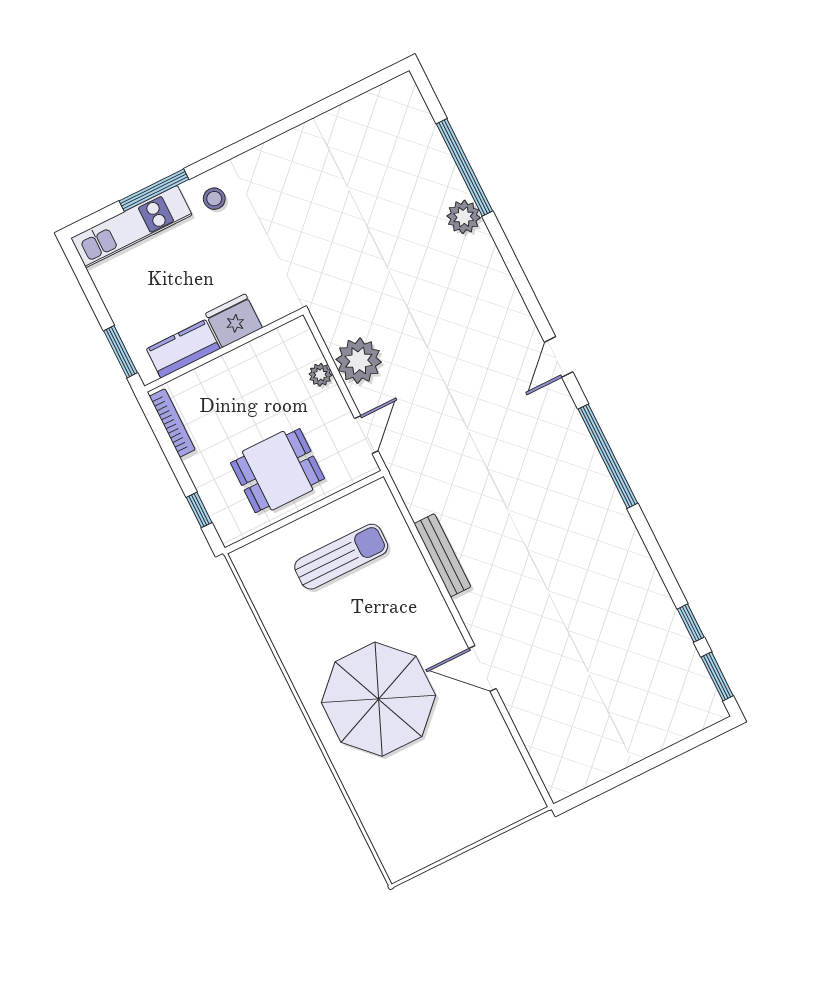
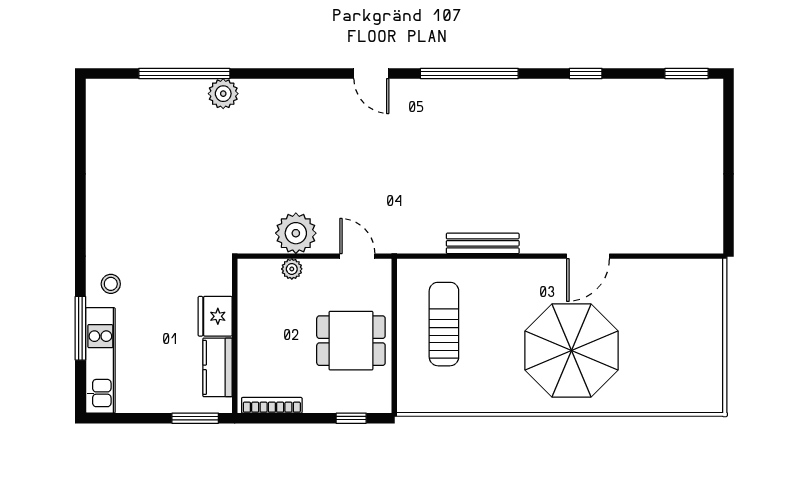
dining table: (278, 471) -> (351, 341), turned 90
window: (691, 623) -> (586, 73), moved

